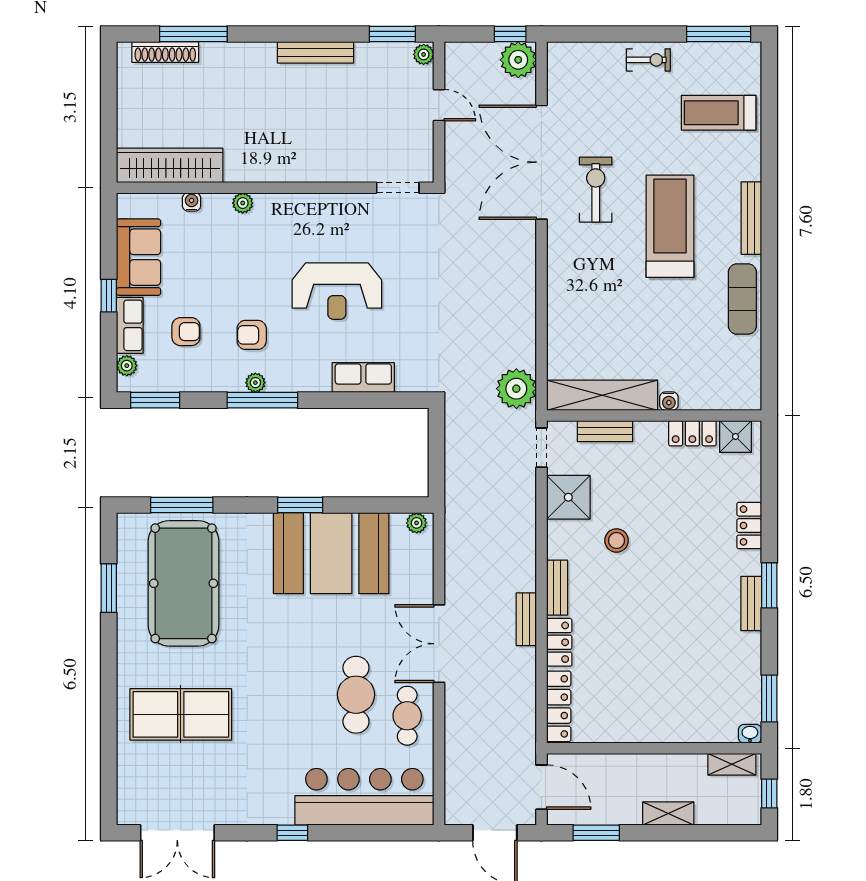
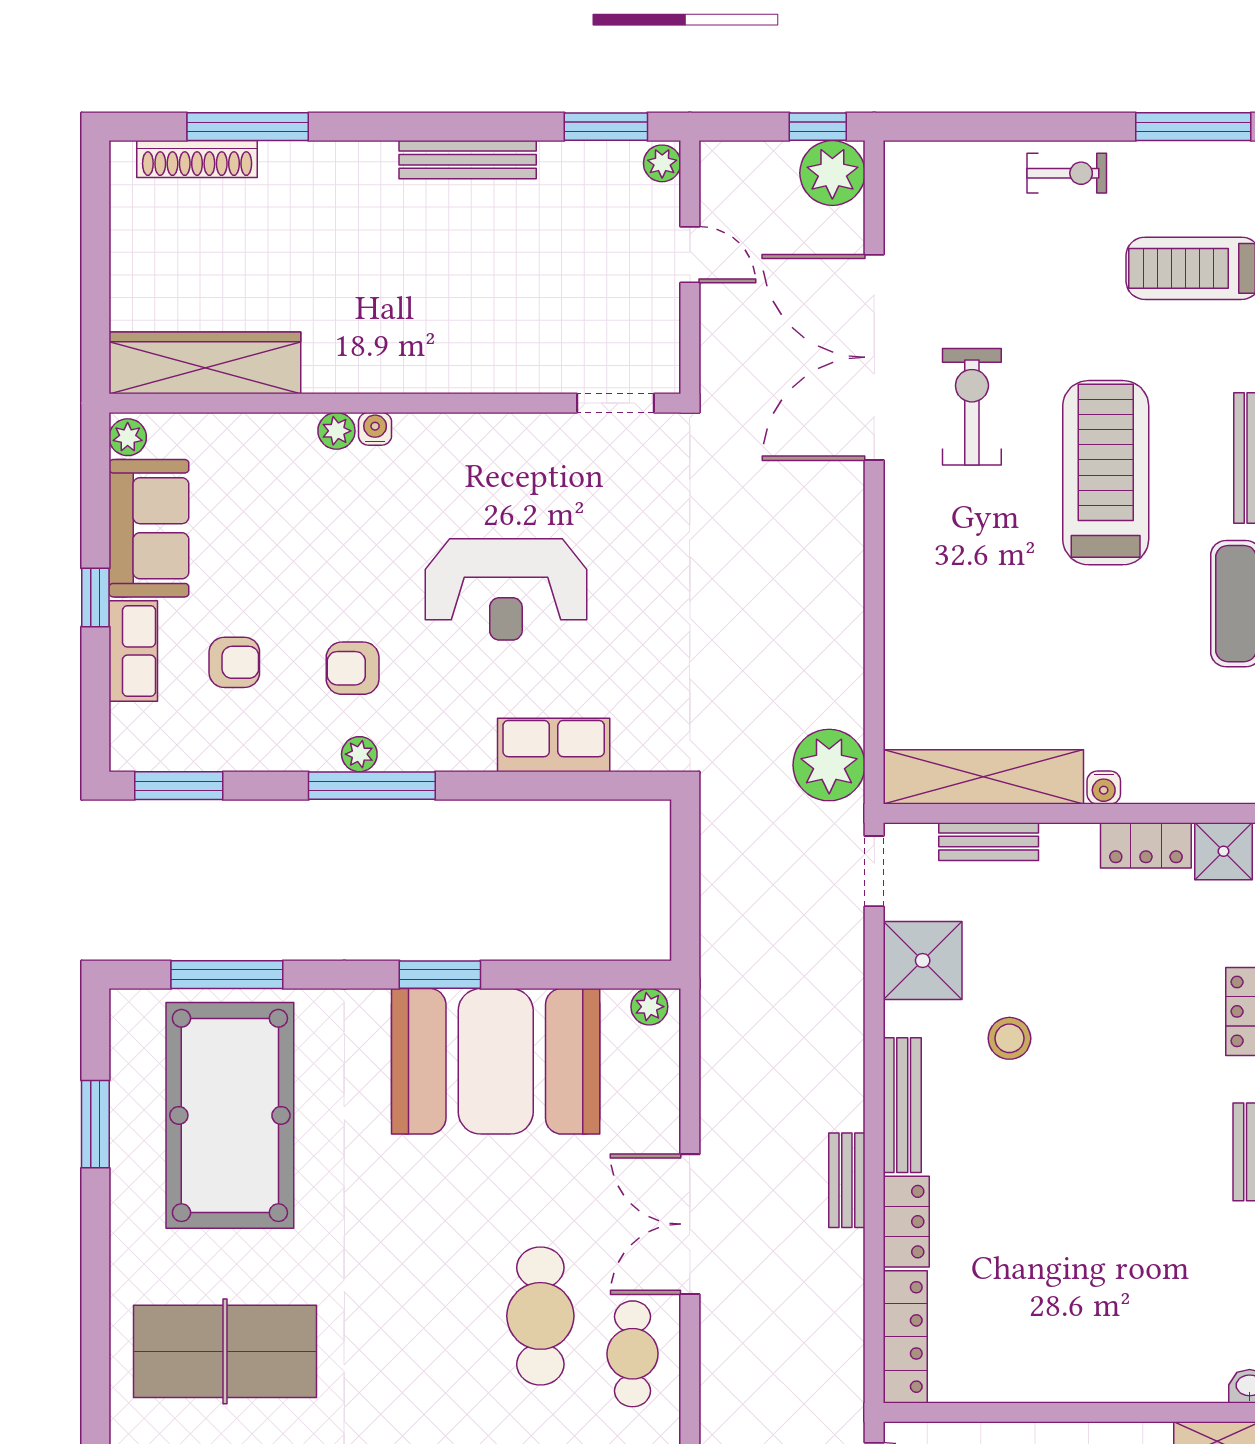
water cooler: (192, 202) -> (375, 429), moved
plant: (127, 366) -> (128, 437), moved
bench: (557, 588) -> (902, 1105), width x1.36

